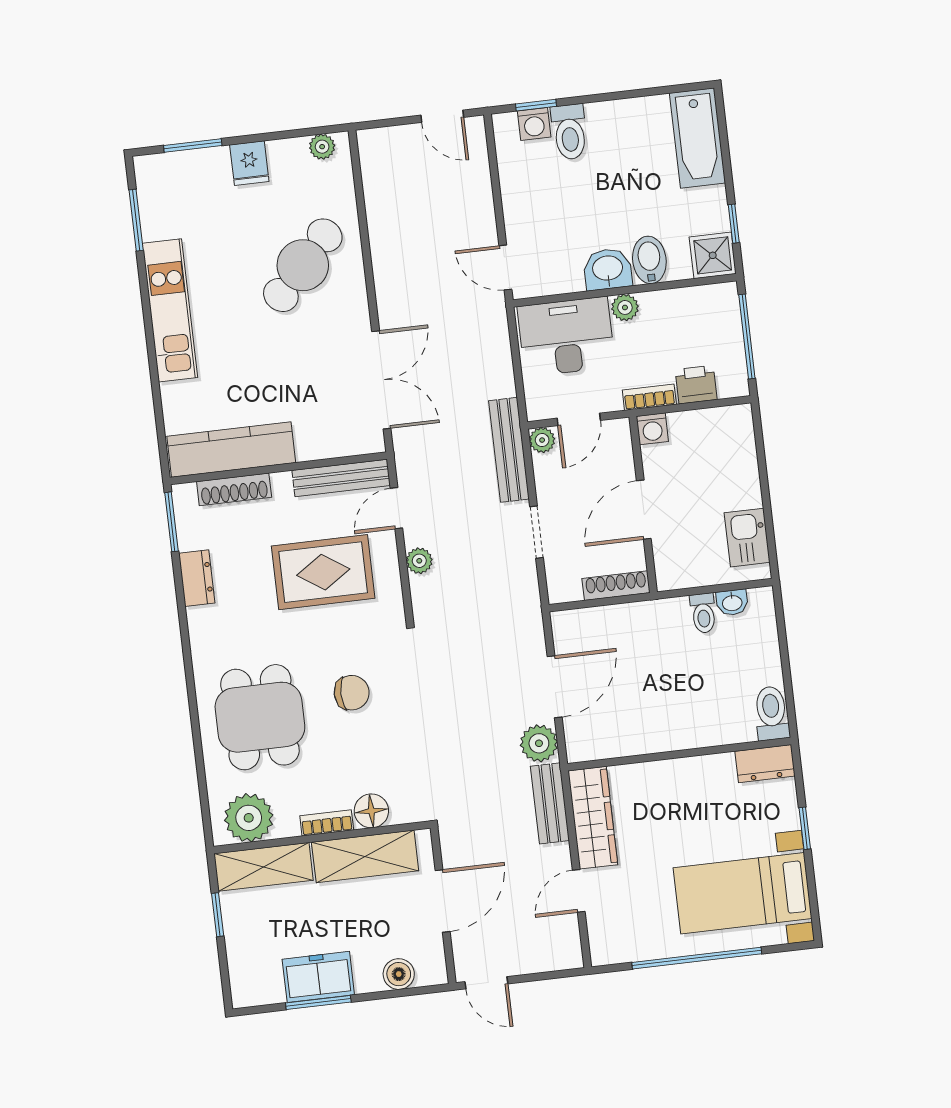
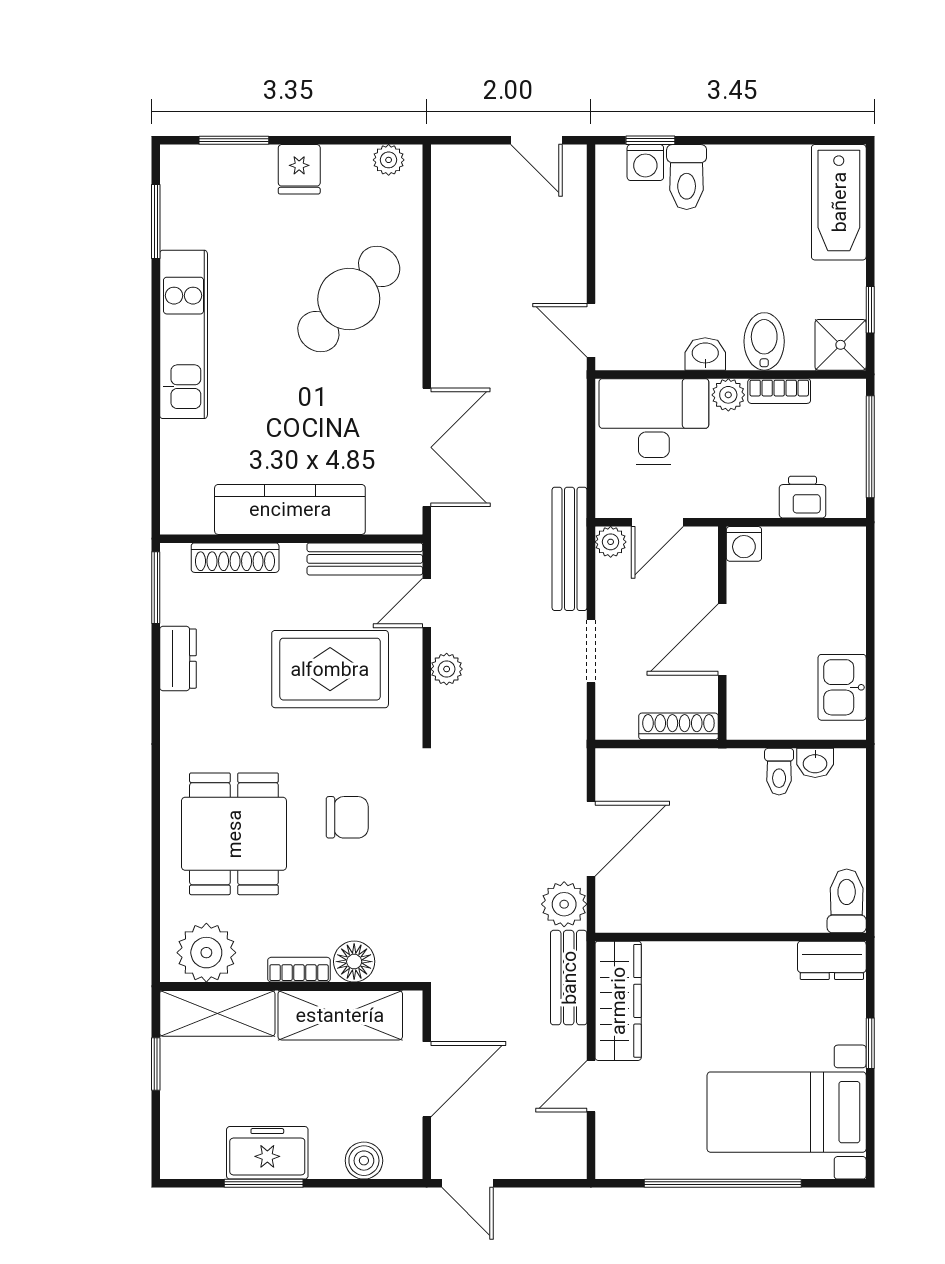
washbasin: (608, 269) -> (705, 354), width x0.72, depth x0.69
bookcase: (649, 397) -> (779, 391), moved, turned 180
kitchen counter: (231, 450) -> (290, 509), moved

